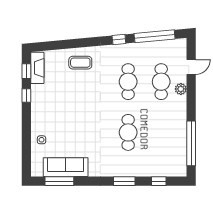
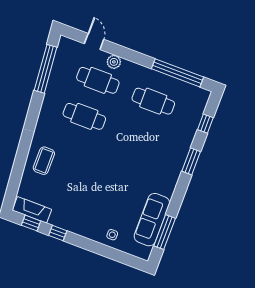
window: (119, 39) -> (34, 109), removed
cafe table: (128, 132) -> (153, 101), moved

